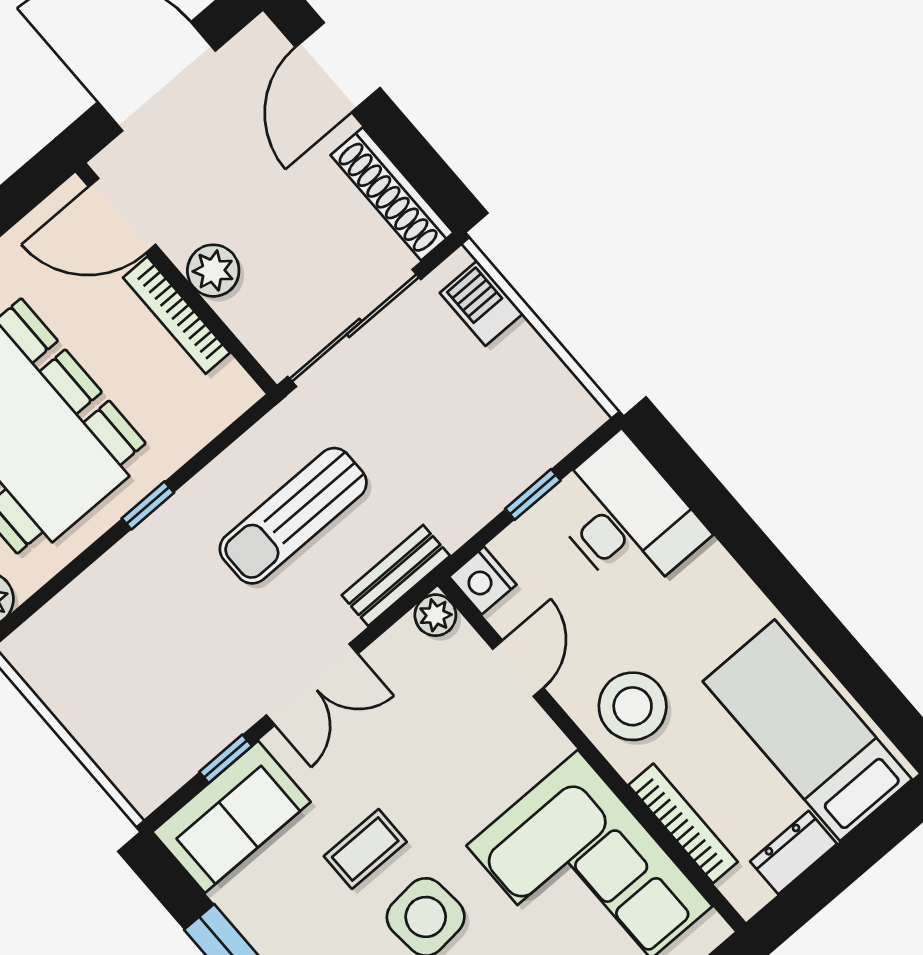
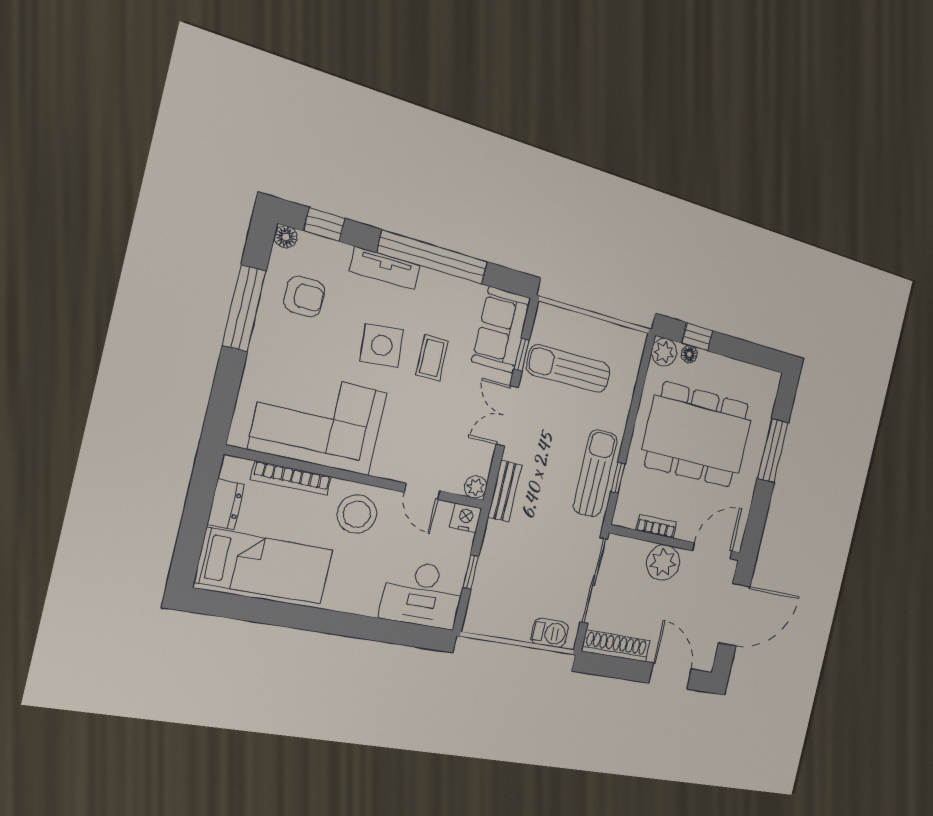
plant: (213, 271) -> (663, 563), width x1.36, depth x1.36
bookcase: (176, 315) -> (656, 526), width x0.64
window: (148, 505) -> (618, 478), moved
sun lounger: (293, 516) -> (595, 473), moved
sun lounger: (165, 686) -> (569, 369), added

